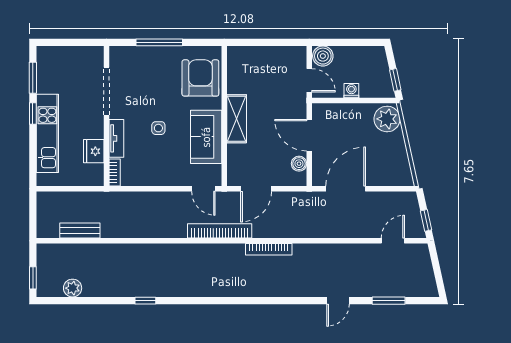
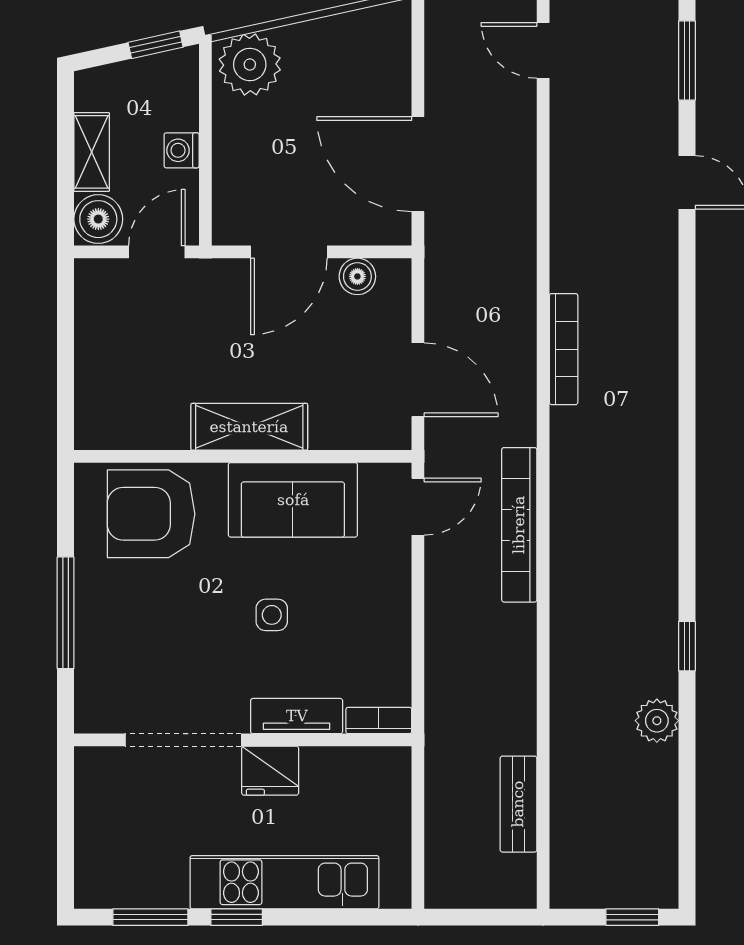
shelving: (351, 53) -> (92, 152), added
fridge: (94, 151) -> (270, 771), moved
bookcase: (220, 231) -> (519, 525), moved
plant: (73, 288) -> (657, 721), moved

